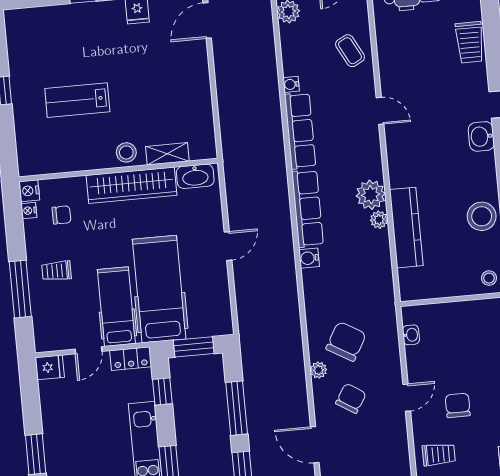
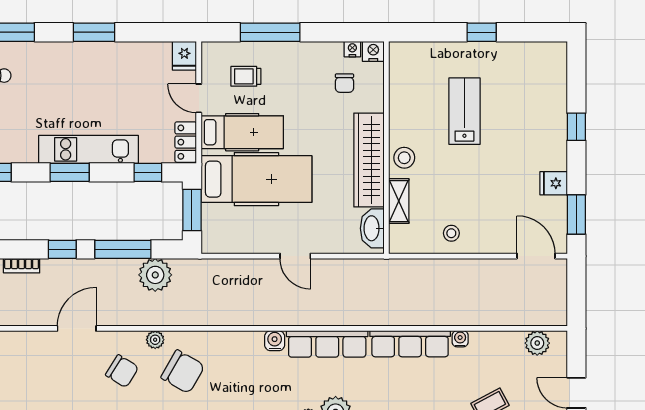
stool: (193, 102) -> (451, 233), added
trolley: (57, 271) -> (246, 76), moved, turned -90
plant: (258, 376) -> (155, 275), added

